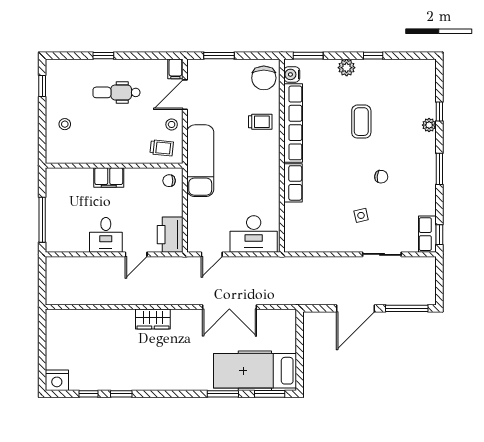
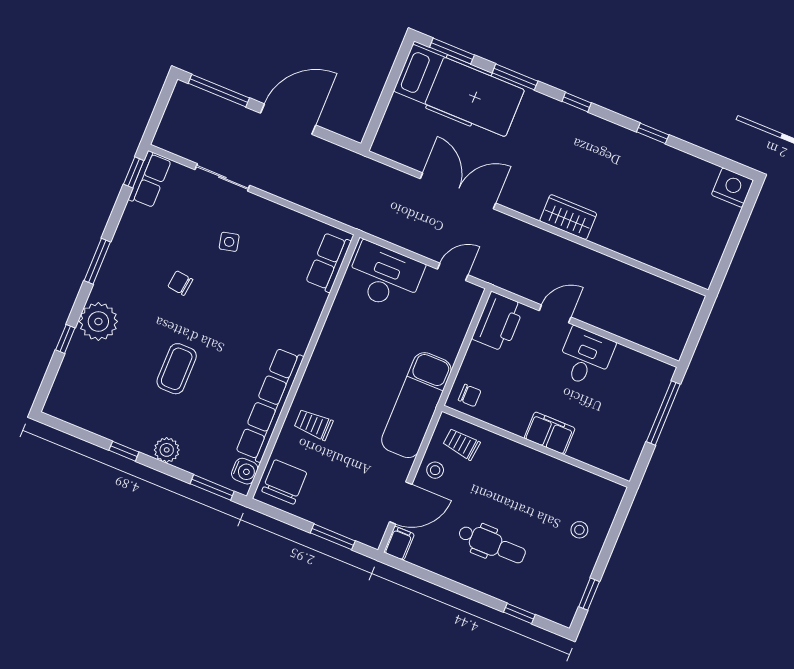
window: (103, 56) -> (519, 613), moved
plant: (429, 125) -> (98, 321), width x1.87, depth x1.87
row of seats: (293, 183) -> (328, 262), moved
window: (88, 394) -> (577, 102), moved

